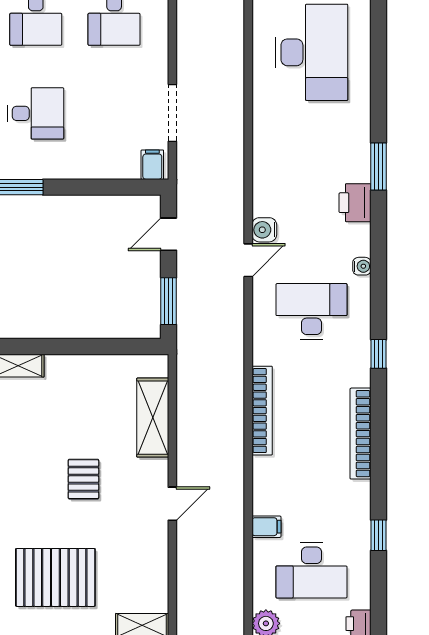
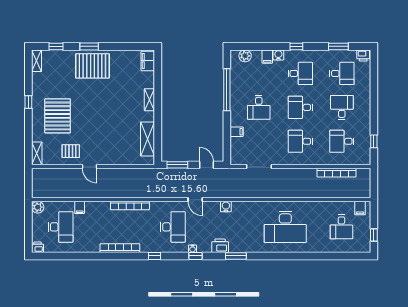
filing cabinet: (152, 165) -> (237, 132), moved
water cooler: (264, 230) -> (226, 206), moved
shelving: (153, 418) -> (148, 139), moved, turned 90
pallet: (83, 479) -> (71, 151), moved
window: (378, 535) -> (196, 256), moved
desk: (311, 570) -> (61, 227), turned 180

